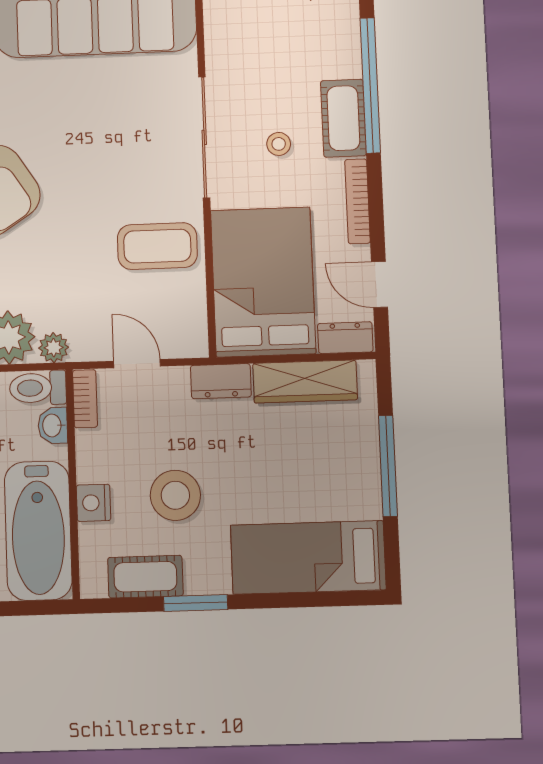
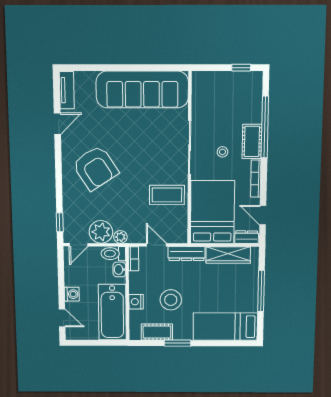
dresser: (221, 381) -> (187, 254), width x1.44

